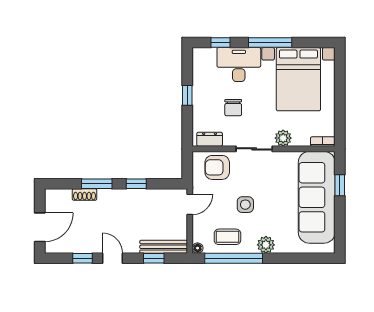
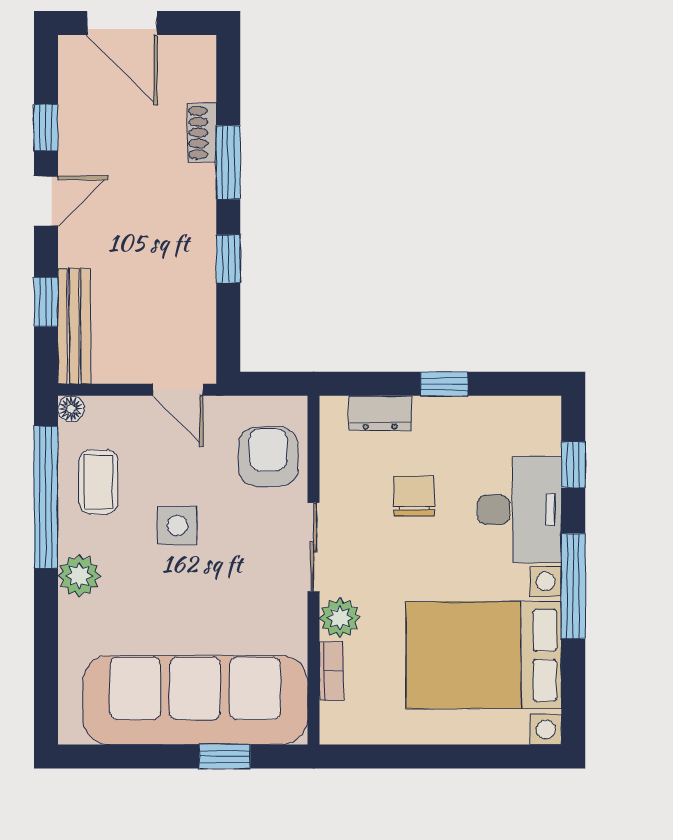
chair: (233, 108) -> (414, 496), turned 90
dresser: (210, 139) -> (380, 413), moved, turned 90
bookcase: (323, 142) -> (331, 671), moved

